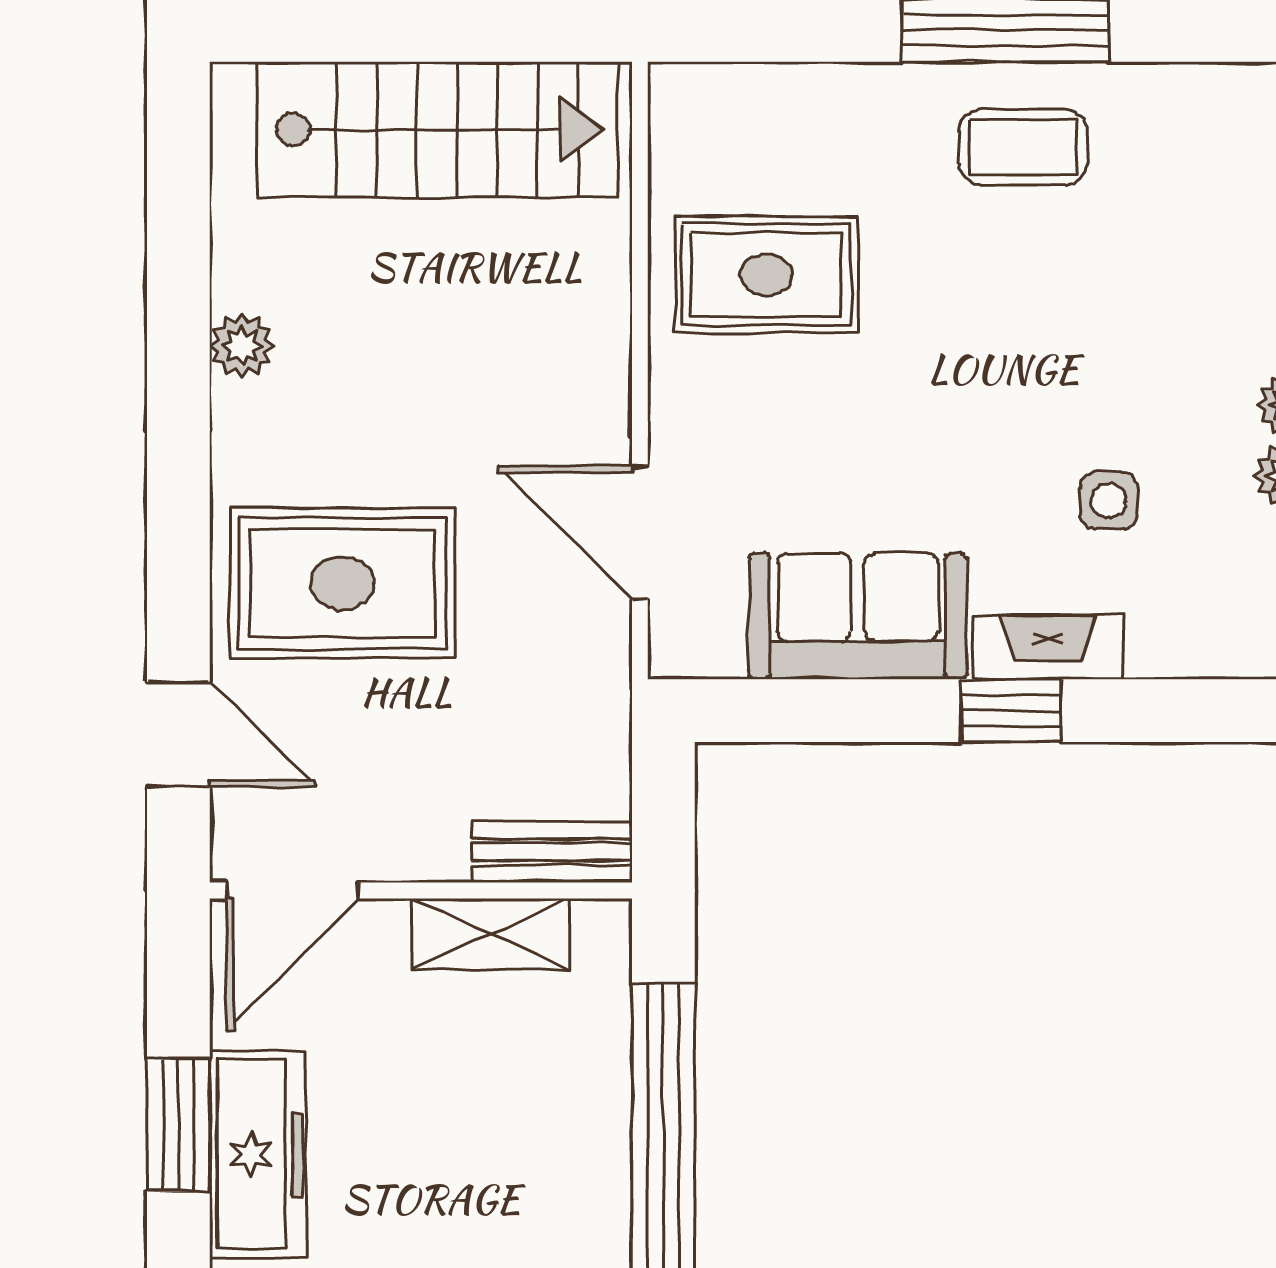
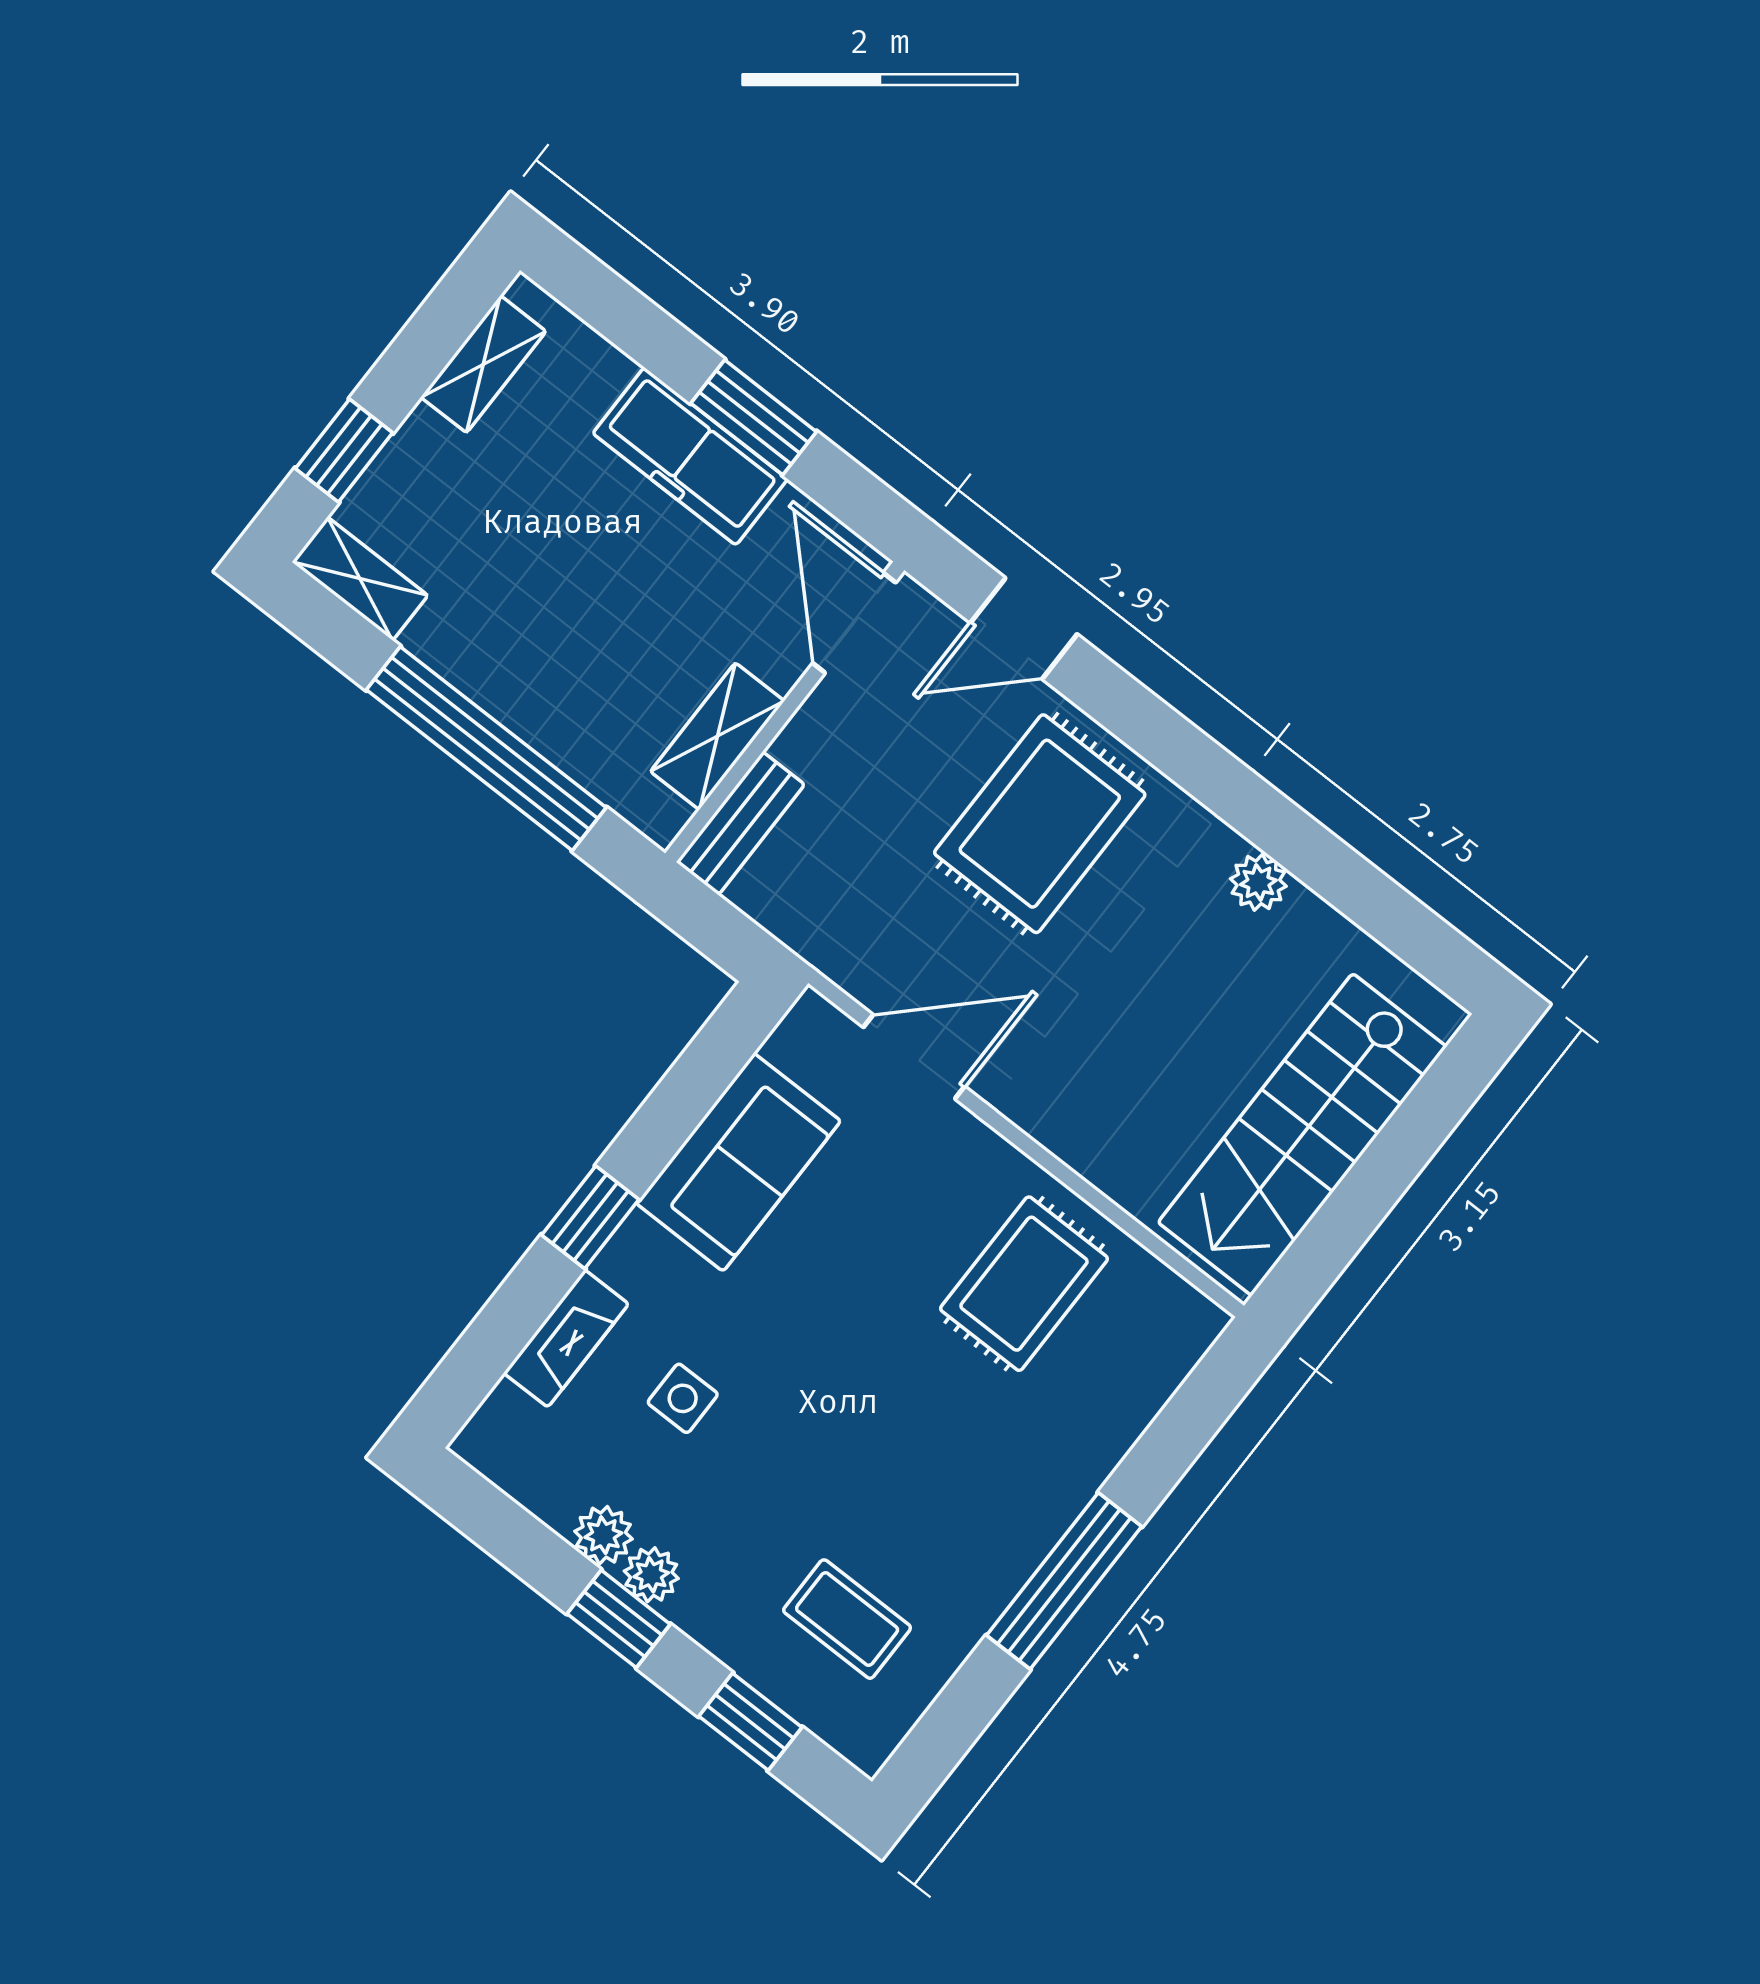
coffee table: (1023, 147) -> (847, 1619), moved, turned 90
fireplace: (1048, 647) -> (566, 1338), moved

